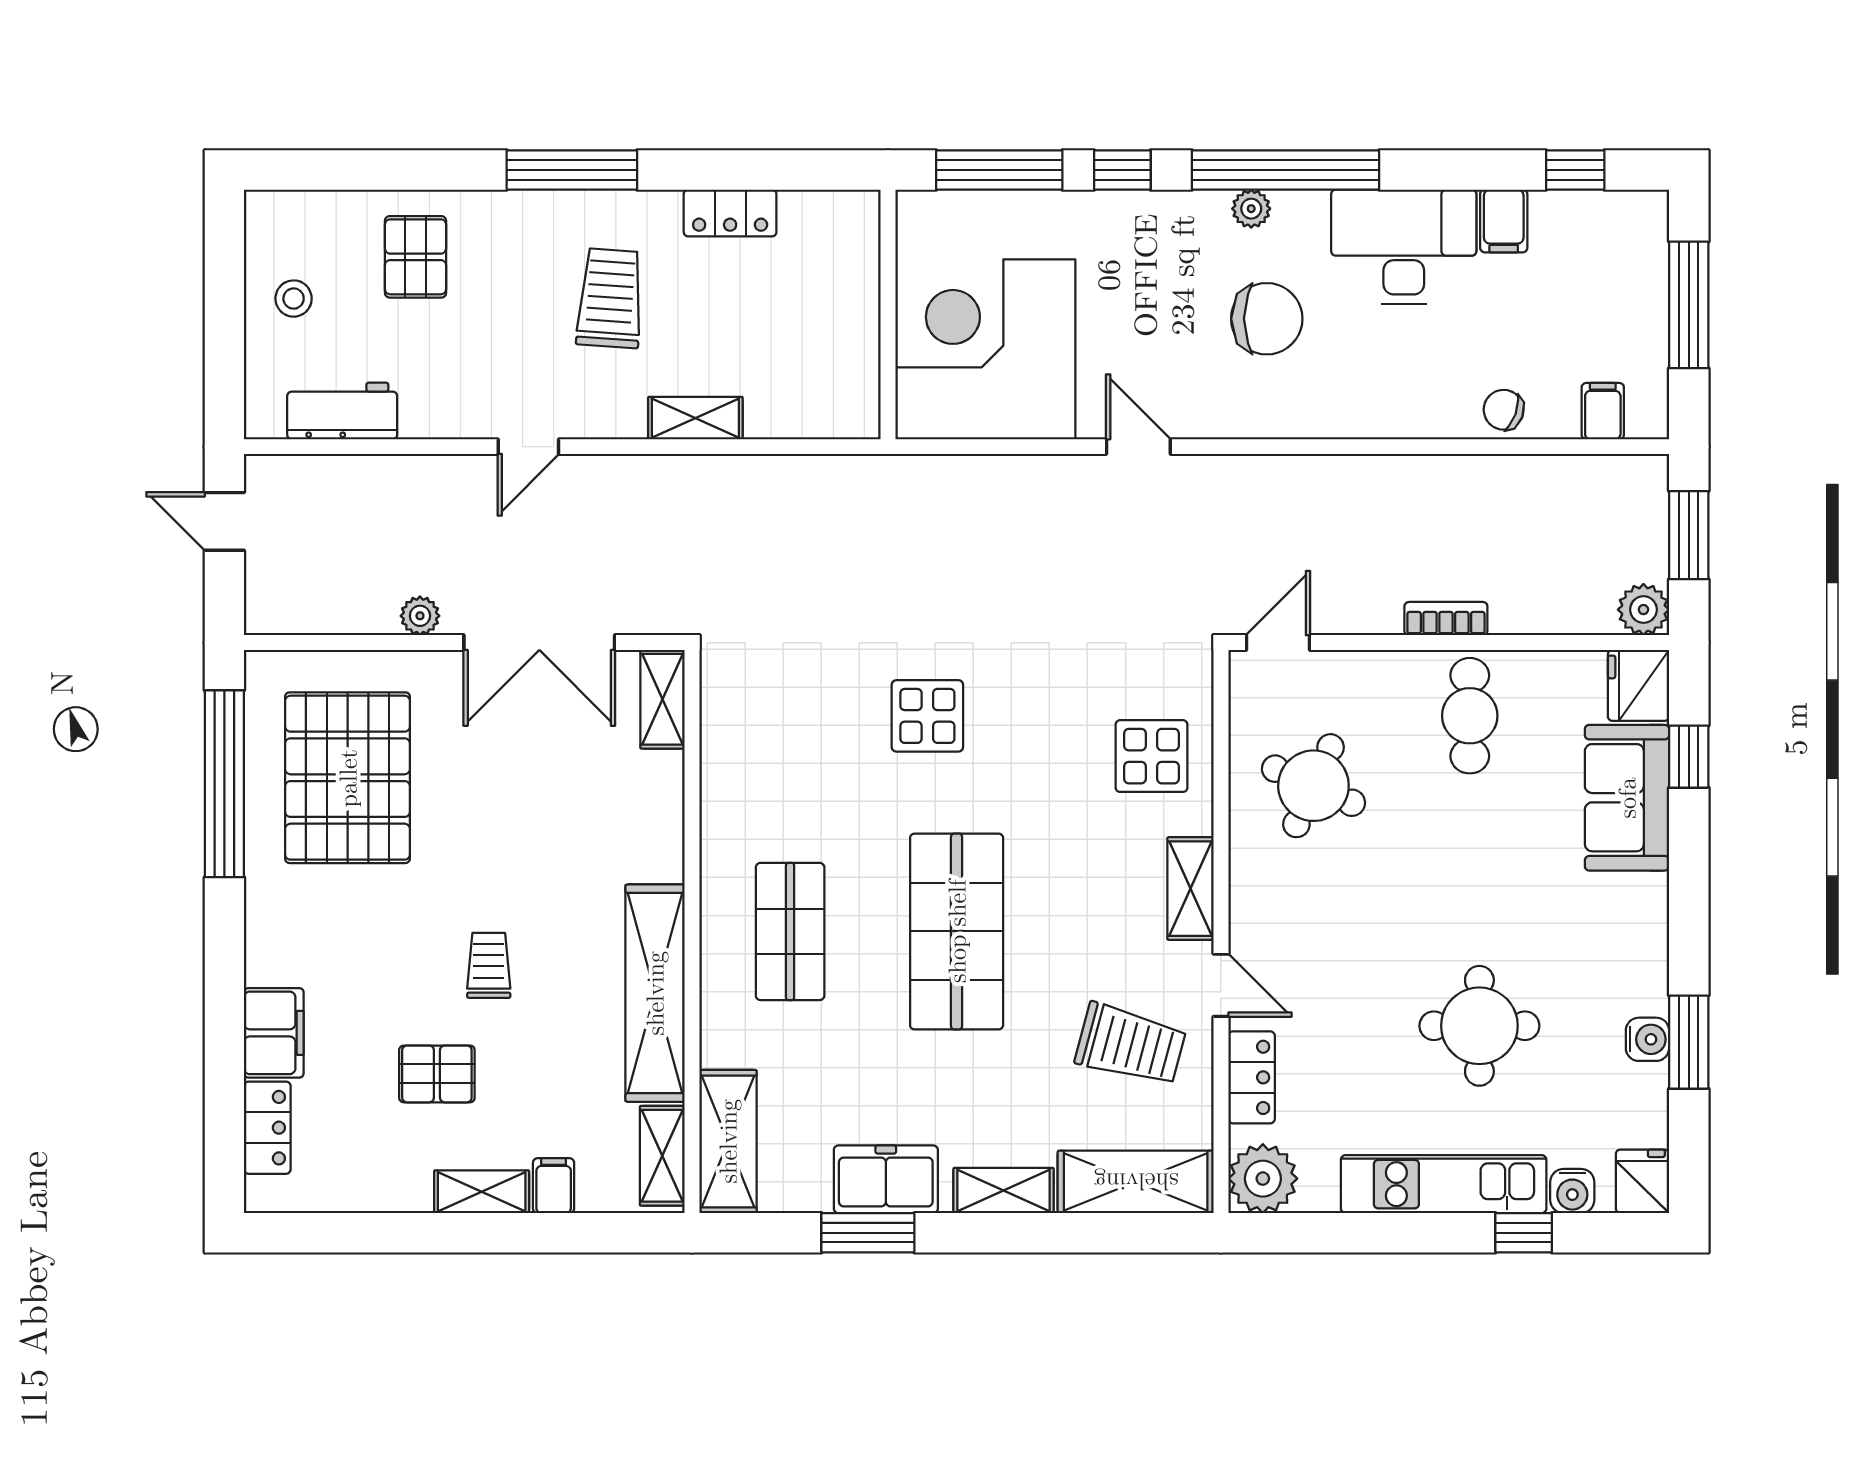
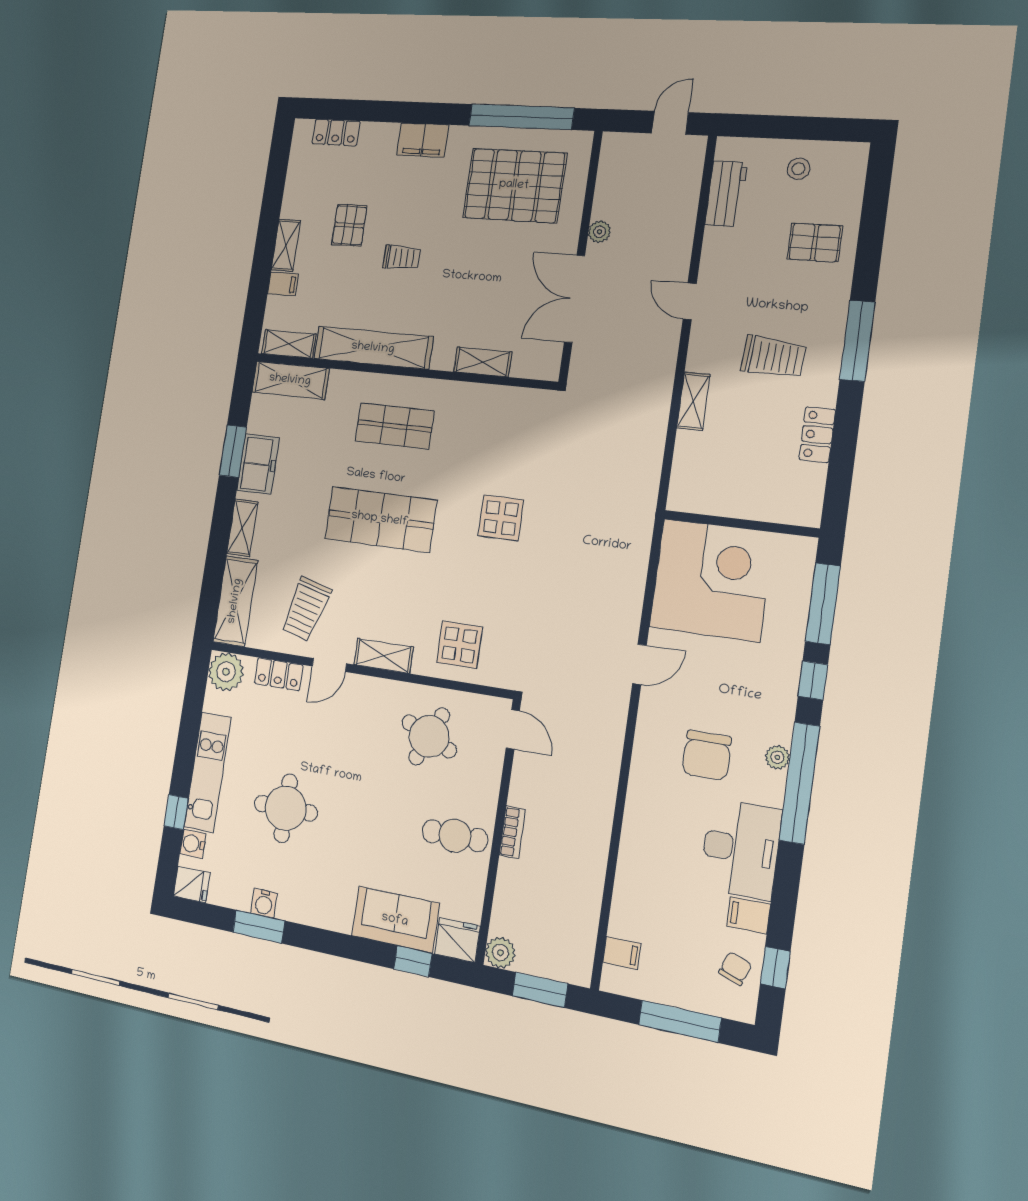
chair: (1504, 410) -> (735, 969), moved
shelving: (663, 699) -> (483, 362), moved
filing cabinet: (274, 1033) -> (423, 140), moved

